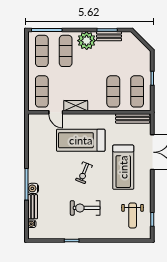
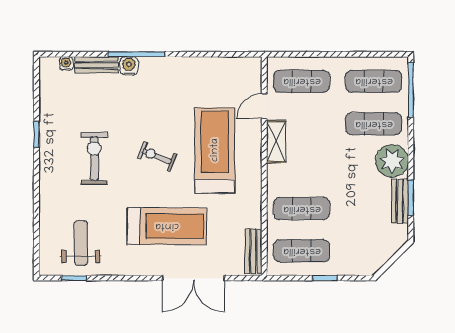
bench: (133, 118) -> (253, 251), width x0.73
treadmill: (123, 167) -> (167, 226), turned 180
weight bench: (133, 215) -> (81, 243), turned 90

